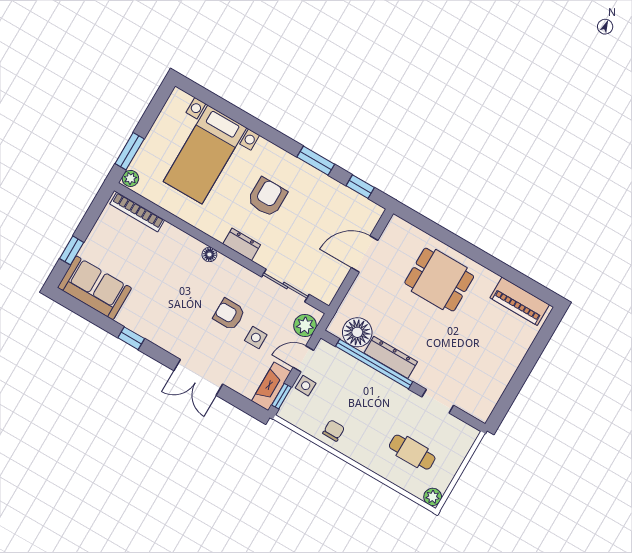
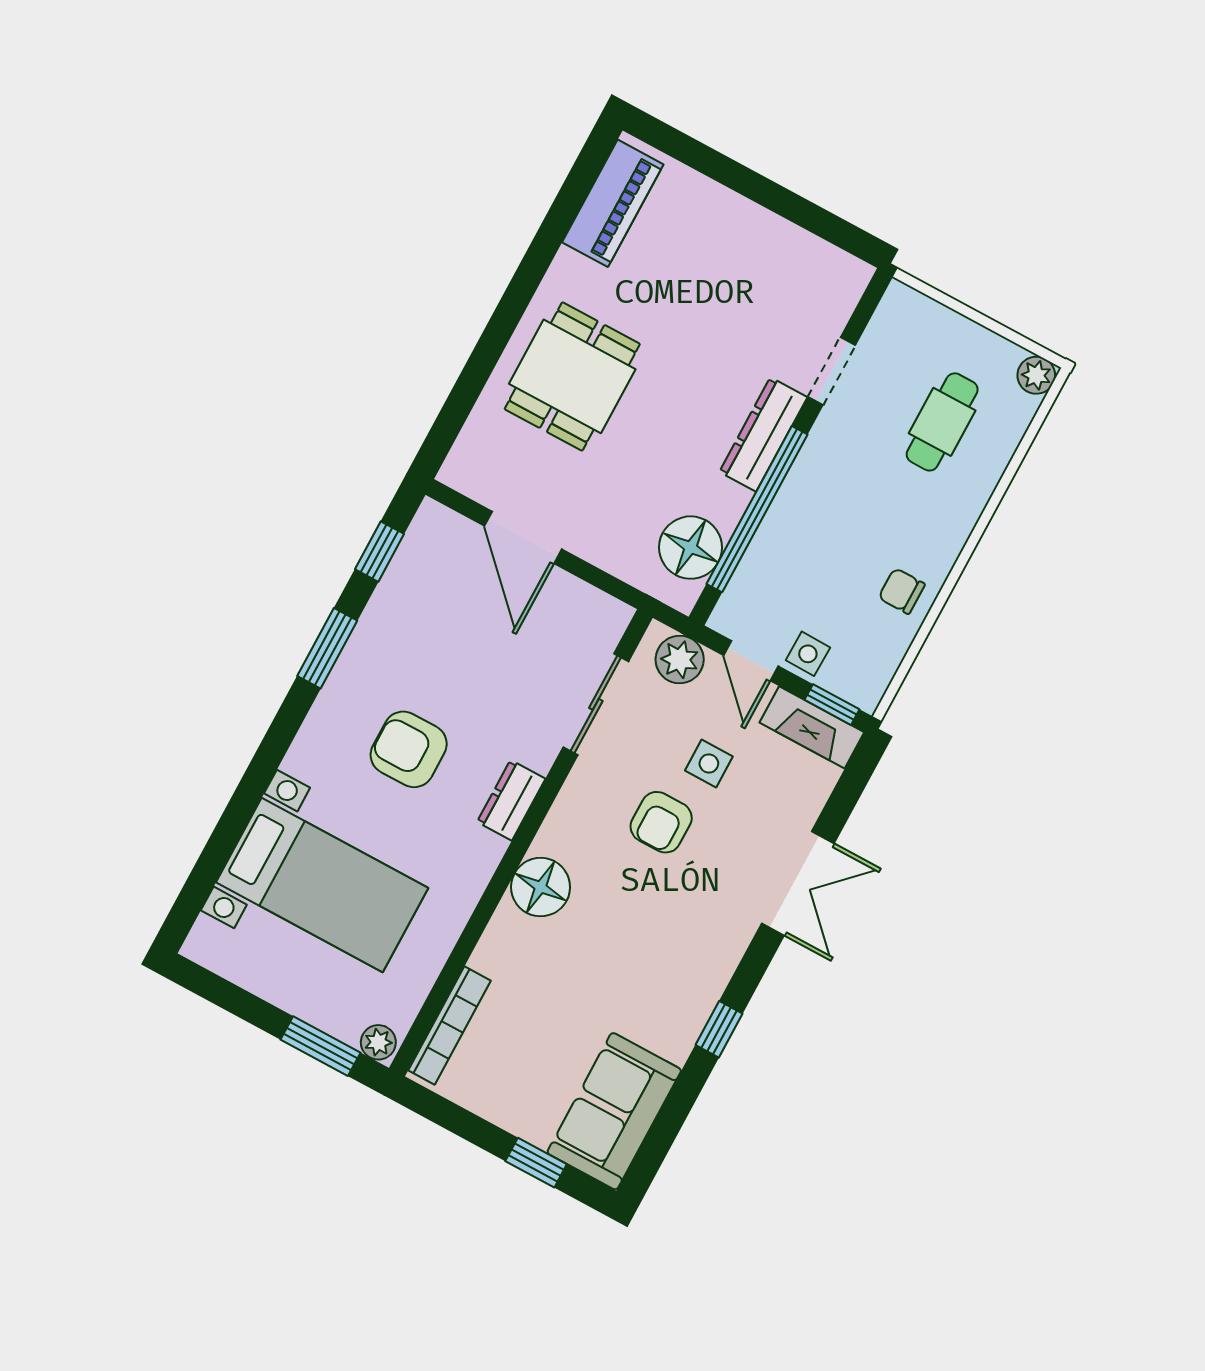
floor lamp: (209, 254) -> (541, 887), width x1.89, depth x1.89
dresser: (391, 357) -> (763, 435), moved

